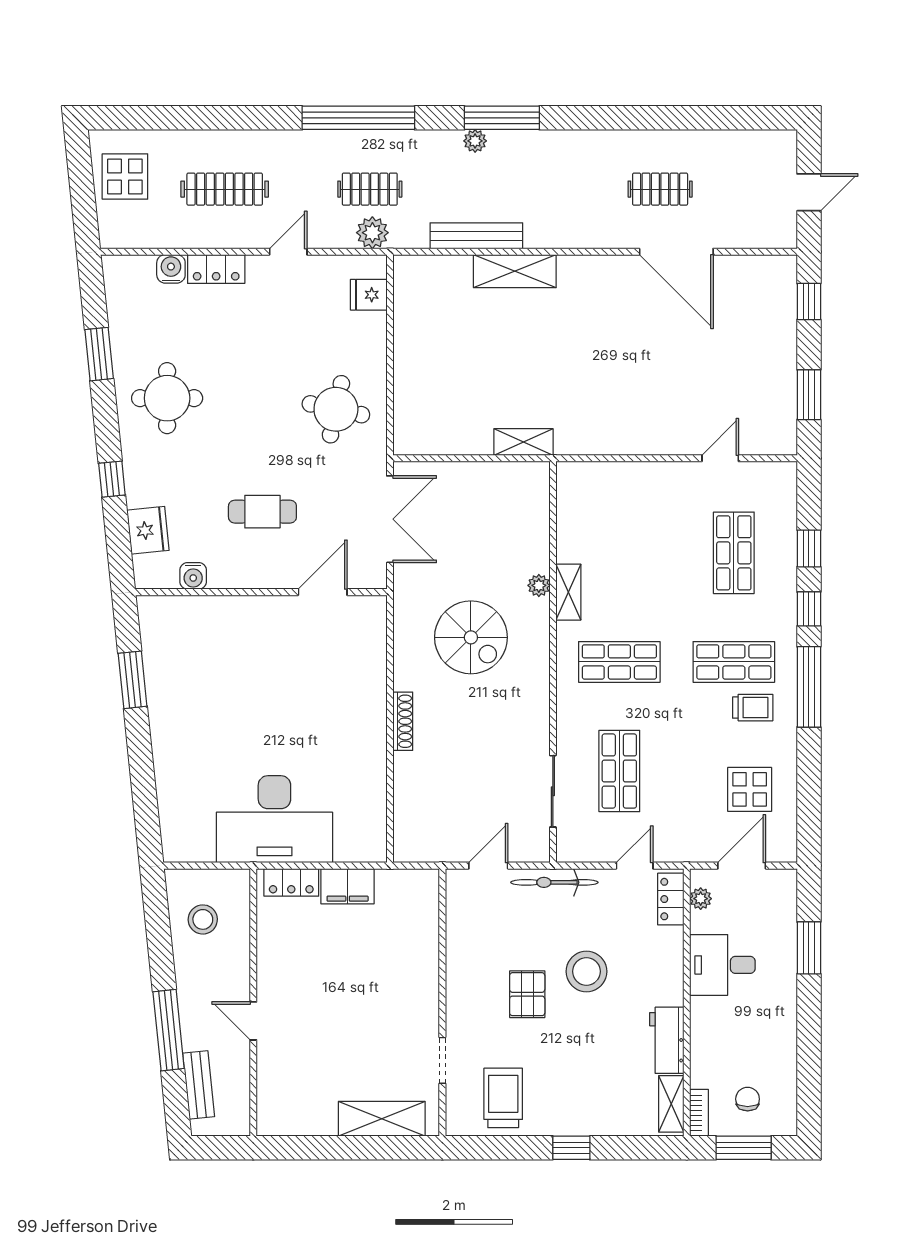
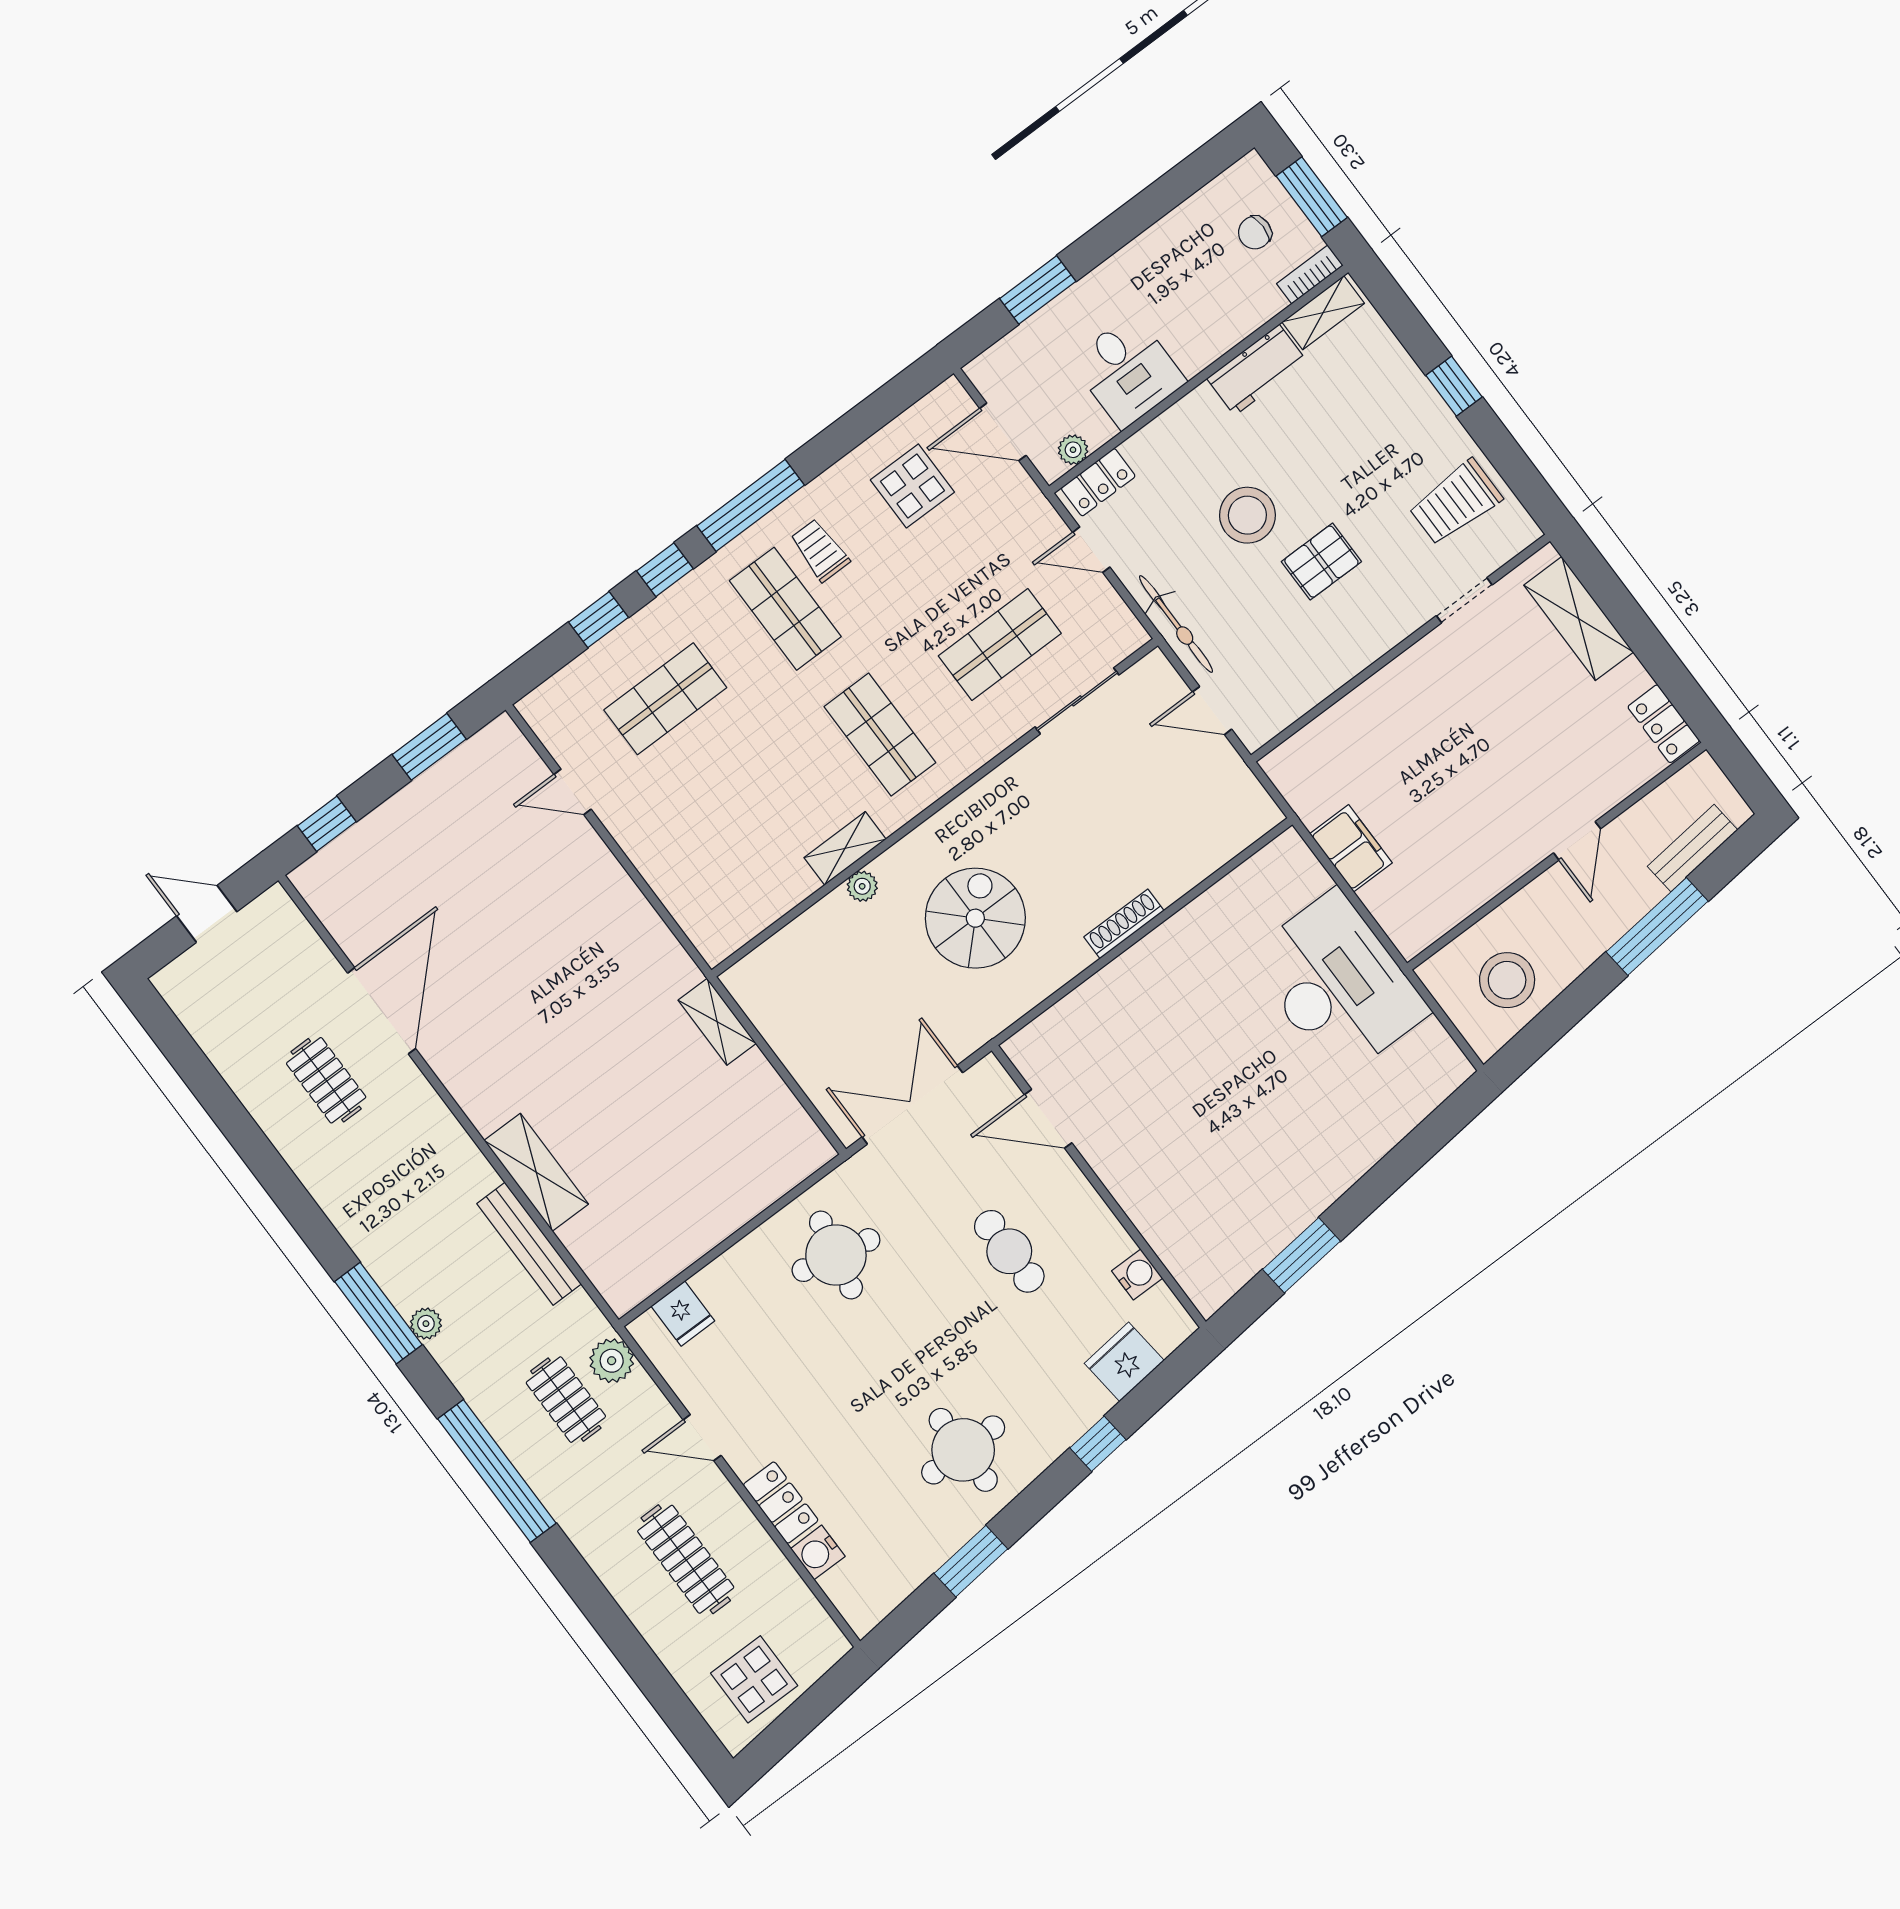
locker: (291, 882) -> (1664, 724), moved, turned 180
stool: (203, 919) -> (1507, 980), width x1.38, depth x1.38

